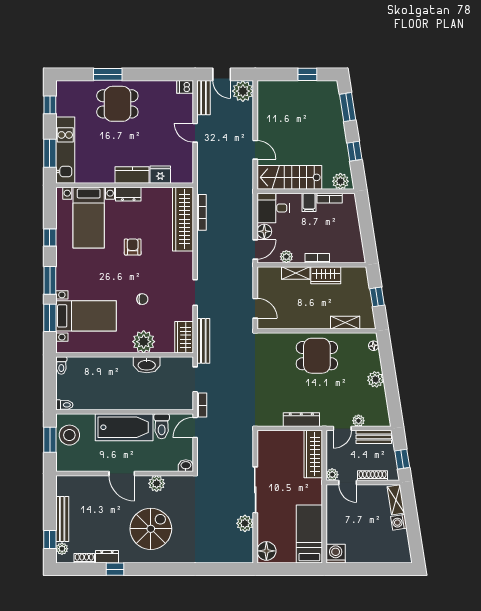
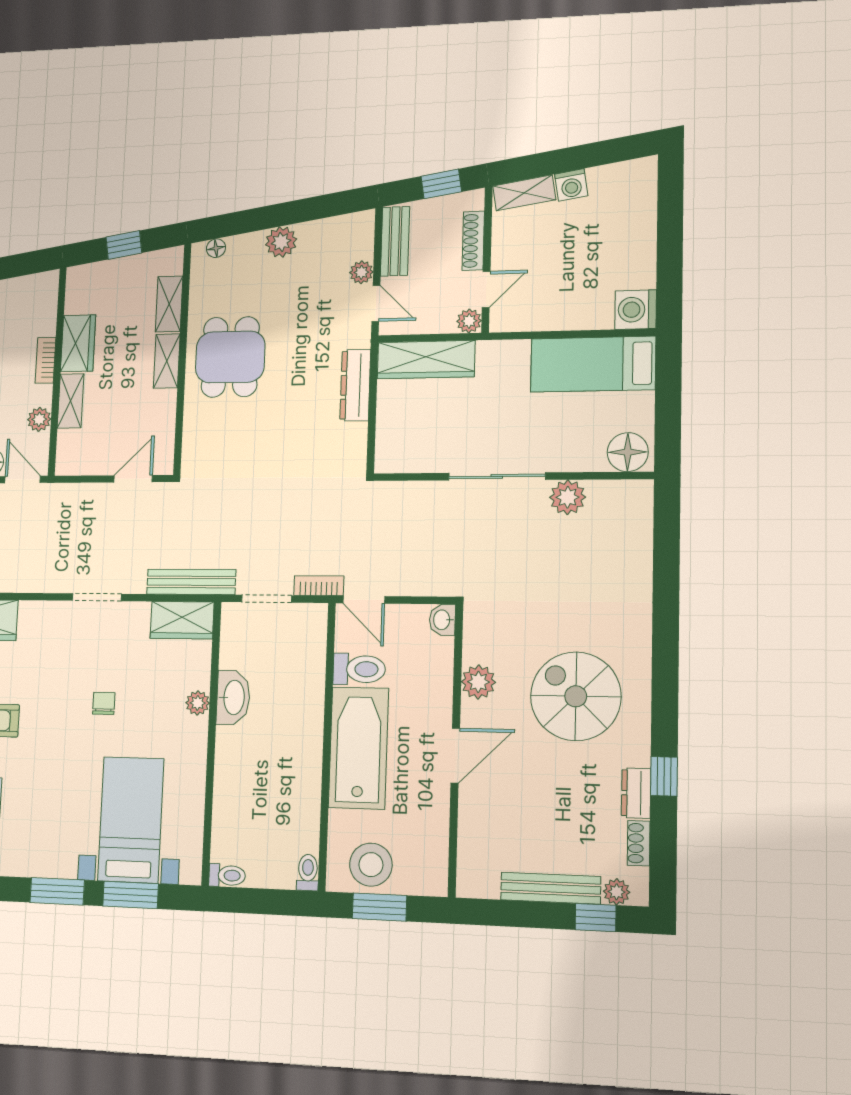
shelving: (316, 323) -> (167, 361), added
plant: (144, 342) -> (198, 703), width x0.53, depth x0.53

